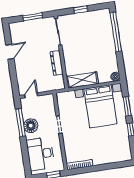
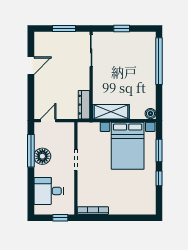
dresser: (57, 63) -> (84, 105), moved
desk: (40, 154) -> (49, 191), width x0.73

